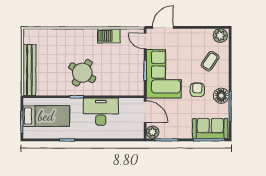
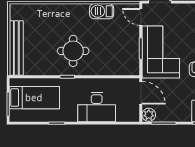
round table: (82, 73) -> (73, 51), turned -32
desk: (101, 112) -> (97, 107), moved, turned 180

